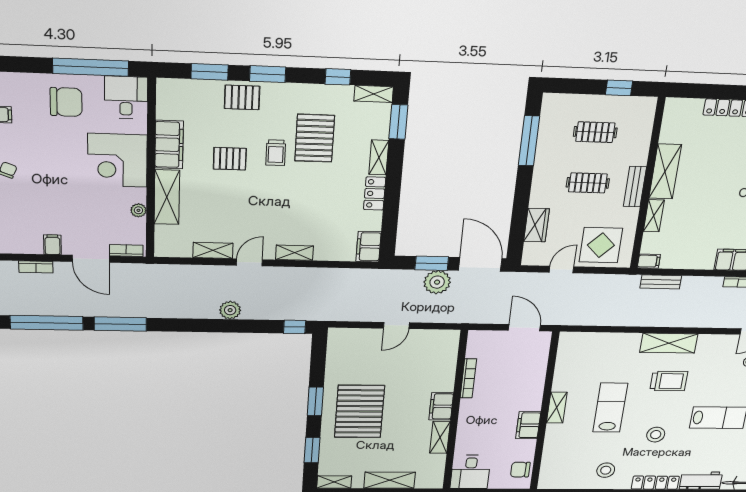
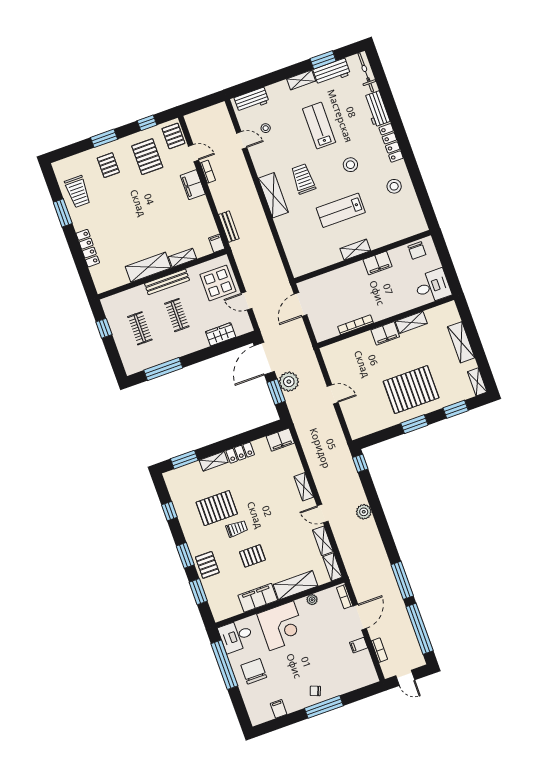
shelving: (374, 94) -> (333, 567), moved
pallet: (230, 159) -> (252, 556), turned 90
bench: (635, 187) -> (167, 282), width x1.36

